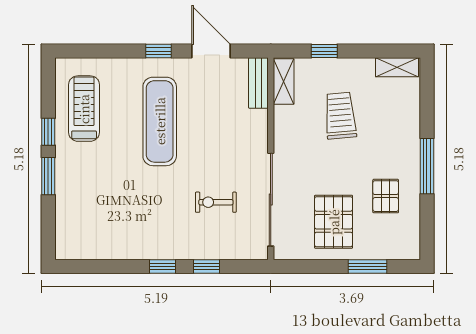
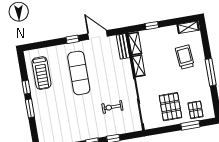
treadmill: (84, 109) -> (41, 73), turned 180
trolley: (340, 116) -> (185, 57), moved
shelving: (283, 128) -> (139, 66), added
pallet: (386, 196) -> (196, 110), moved

